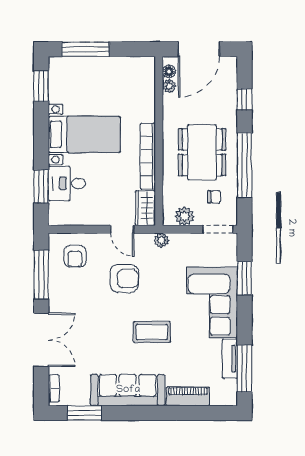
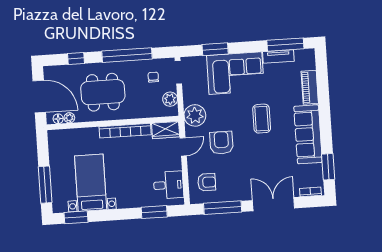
bed with nightstands: (84, 134) -> (91, 183), moved
dining table: (202, 152) -> (103, 92), moved
desk: (67, 183) -> (168, 185), moved, turned -90
plant: (161, 240) -> (195, 115), width x1.87, depth x1.87

